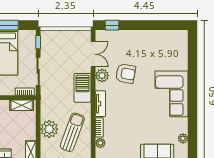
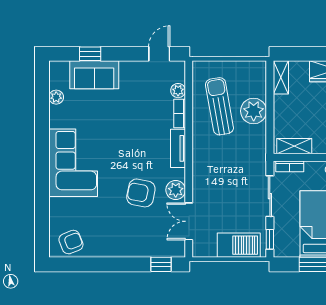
armchair: (173, 40) -> (71, 242), added
barbecue: (82, 88) -> (239, 245), moved, turned -90
sun lounger: (72, 132) -> (219, 106), turned 150

